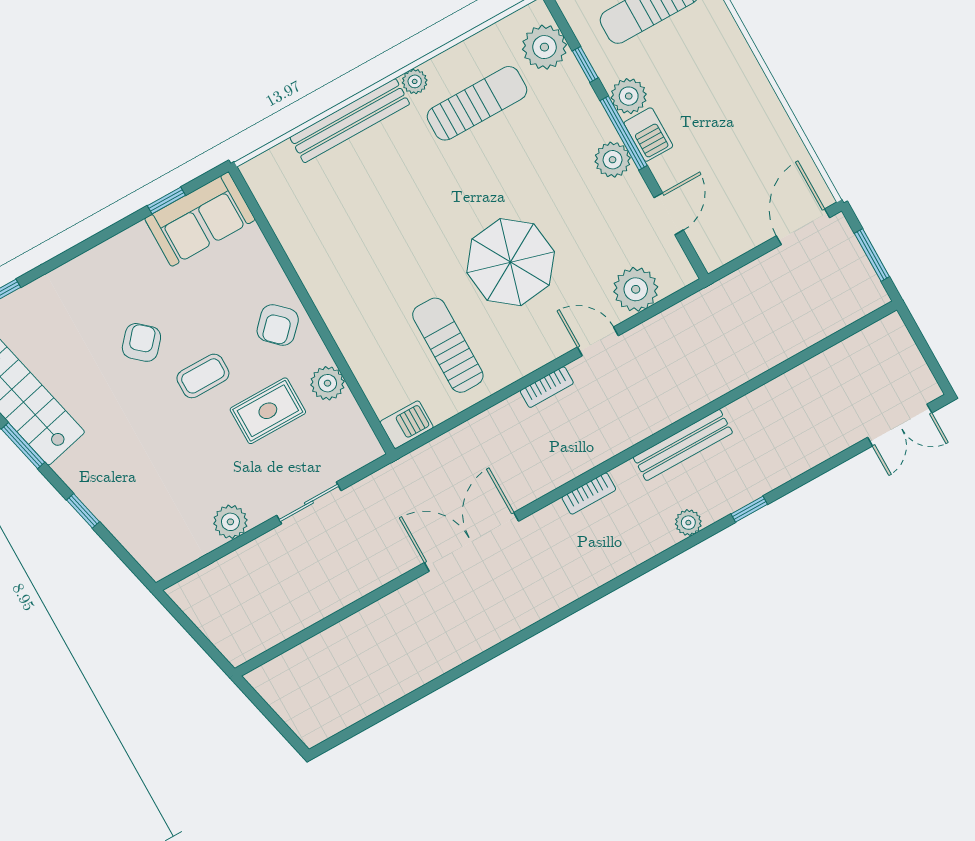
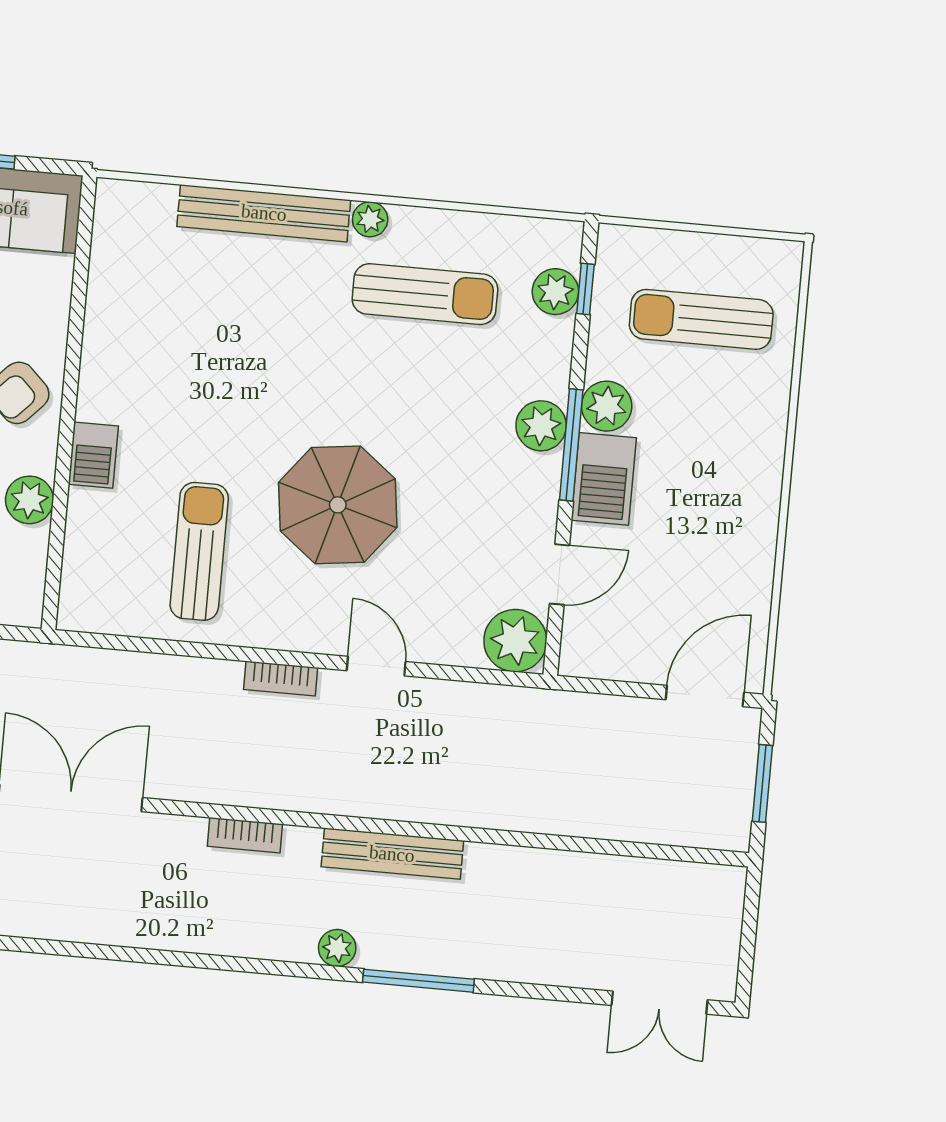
plant: (544, 47) -> (555, 292), width x0.73, depth x0.73
window: (585, 64) -> (585, 289), moved
barbecue: (648, 135) -> (604, 479), width x1.38, depth x1.27
plant: (613, 160) -> (541, 426), moved
plant: (636, 289) -> (515, 641), moved
barbecue: (407, 425) -> (93, 455), moved, turned 90
window: (749, 509) -> (418, 981), width x2.17

